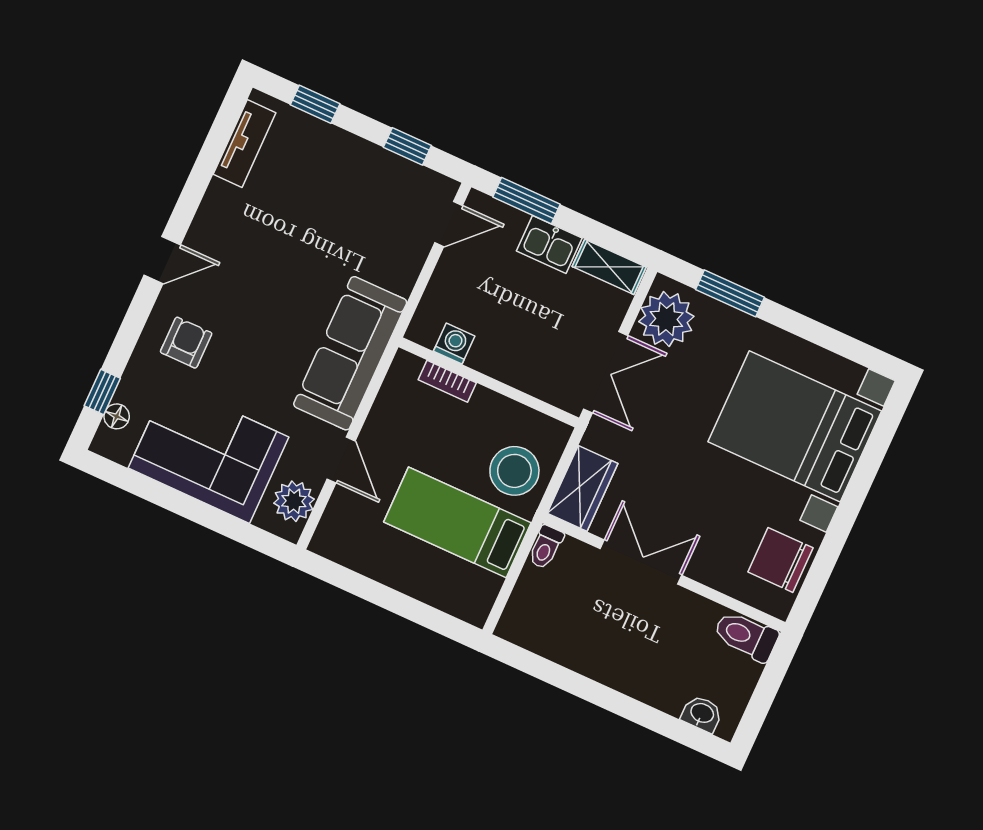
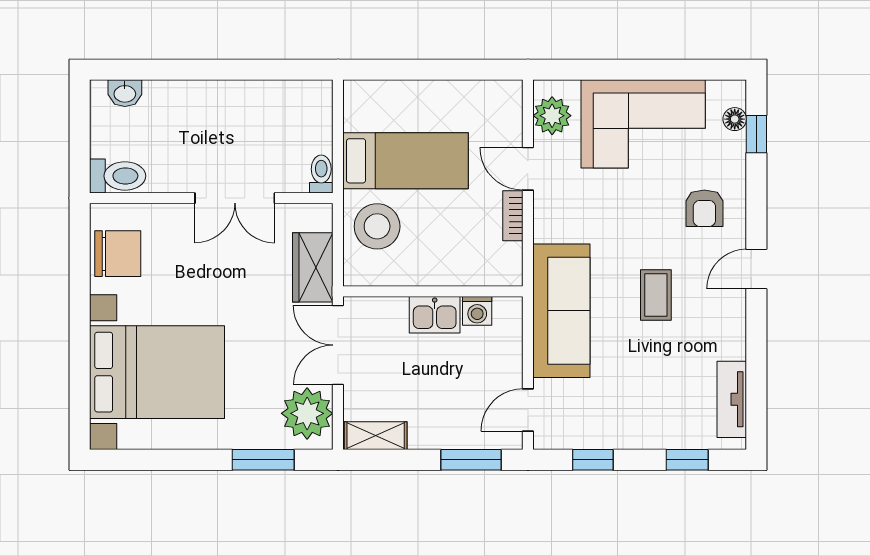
kitchen sink: (549, 244) -> (435, 315), moved, turned 180
coffee table: (272, 279) -> (656, 295), added
sofa: (350, 353) -> (561, 311), moved
bookcase: (447, 381) -> (513, 216), moved, turned -90
wardrobe: (583, 488) -> (313, 267), moved

